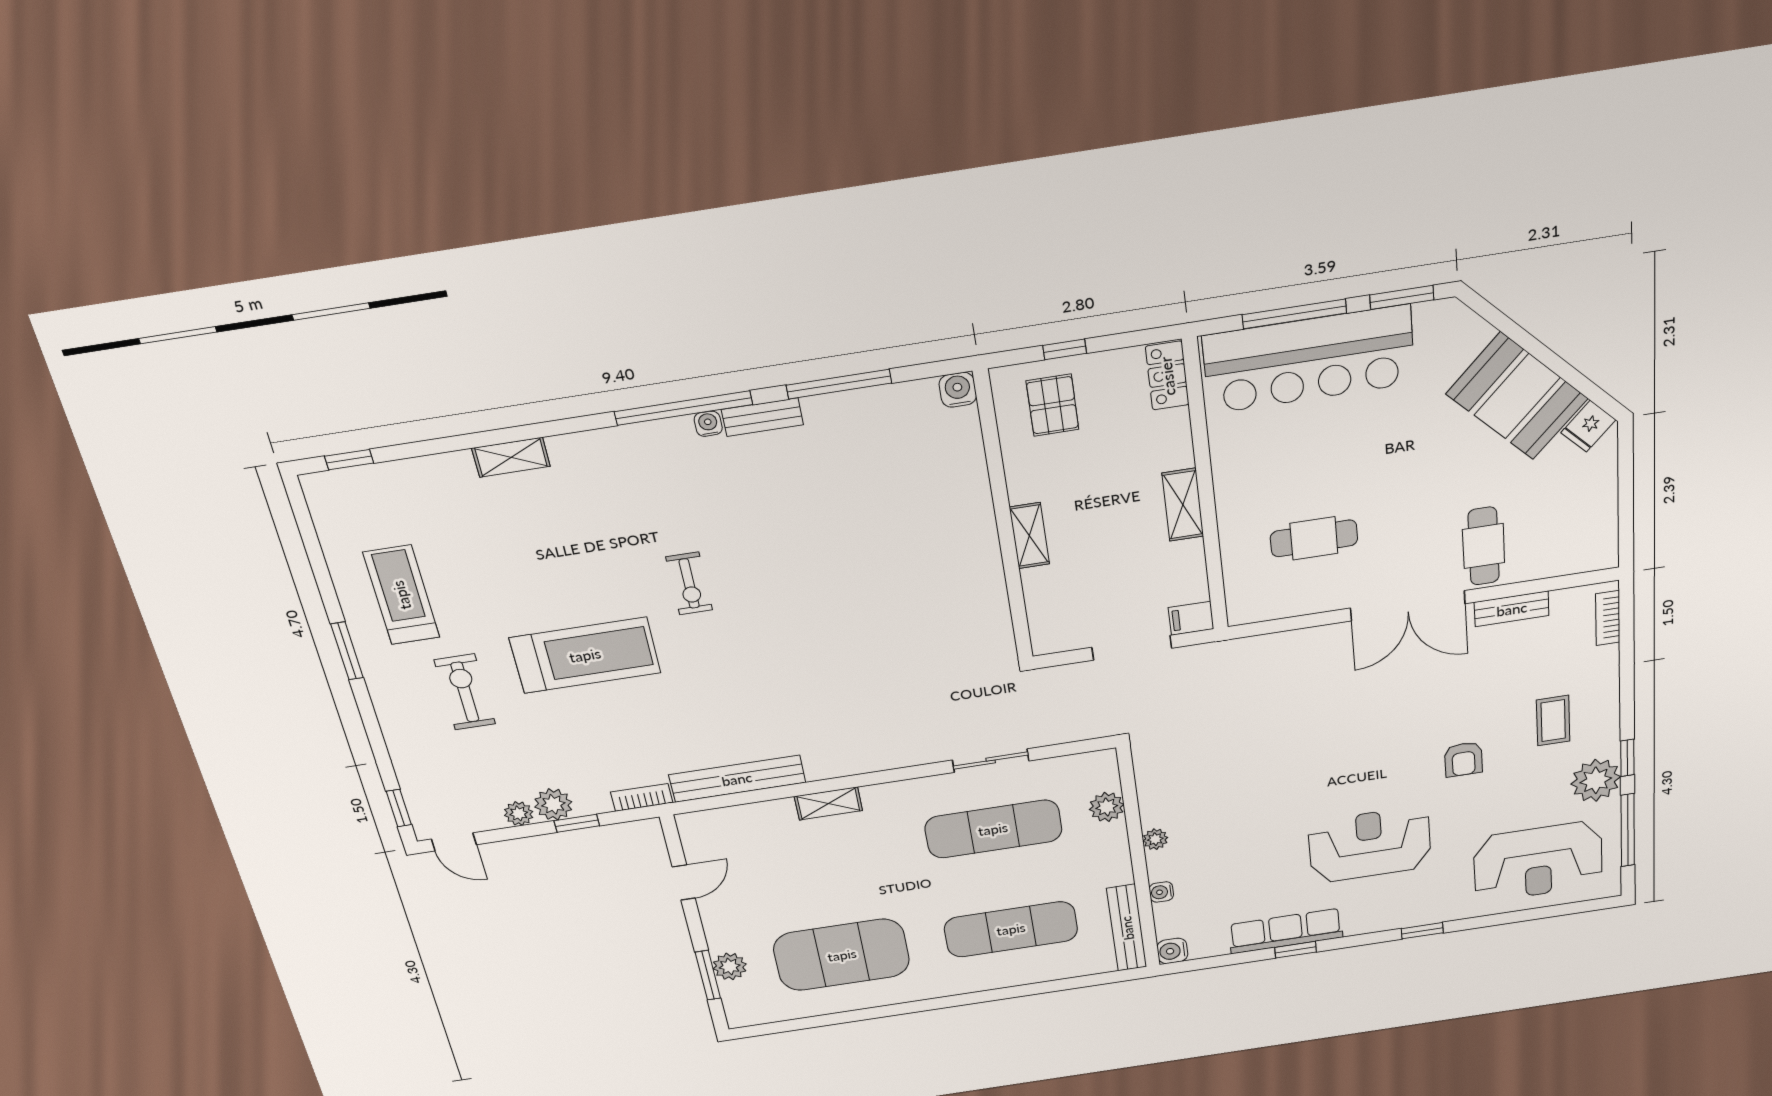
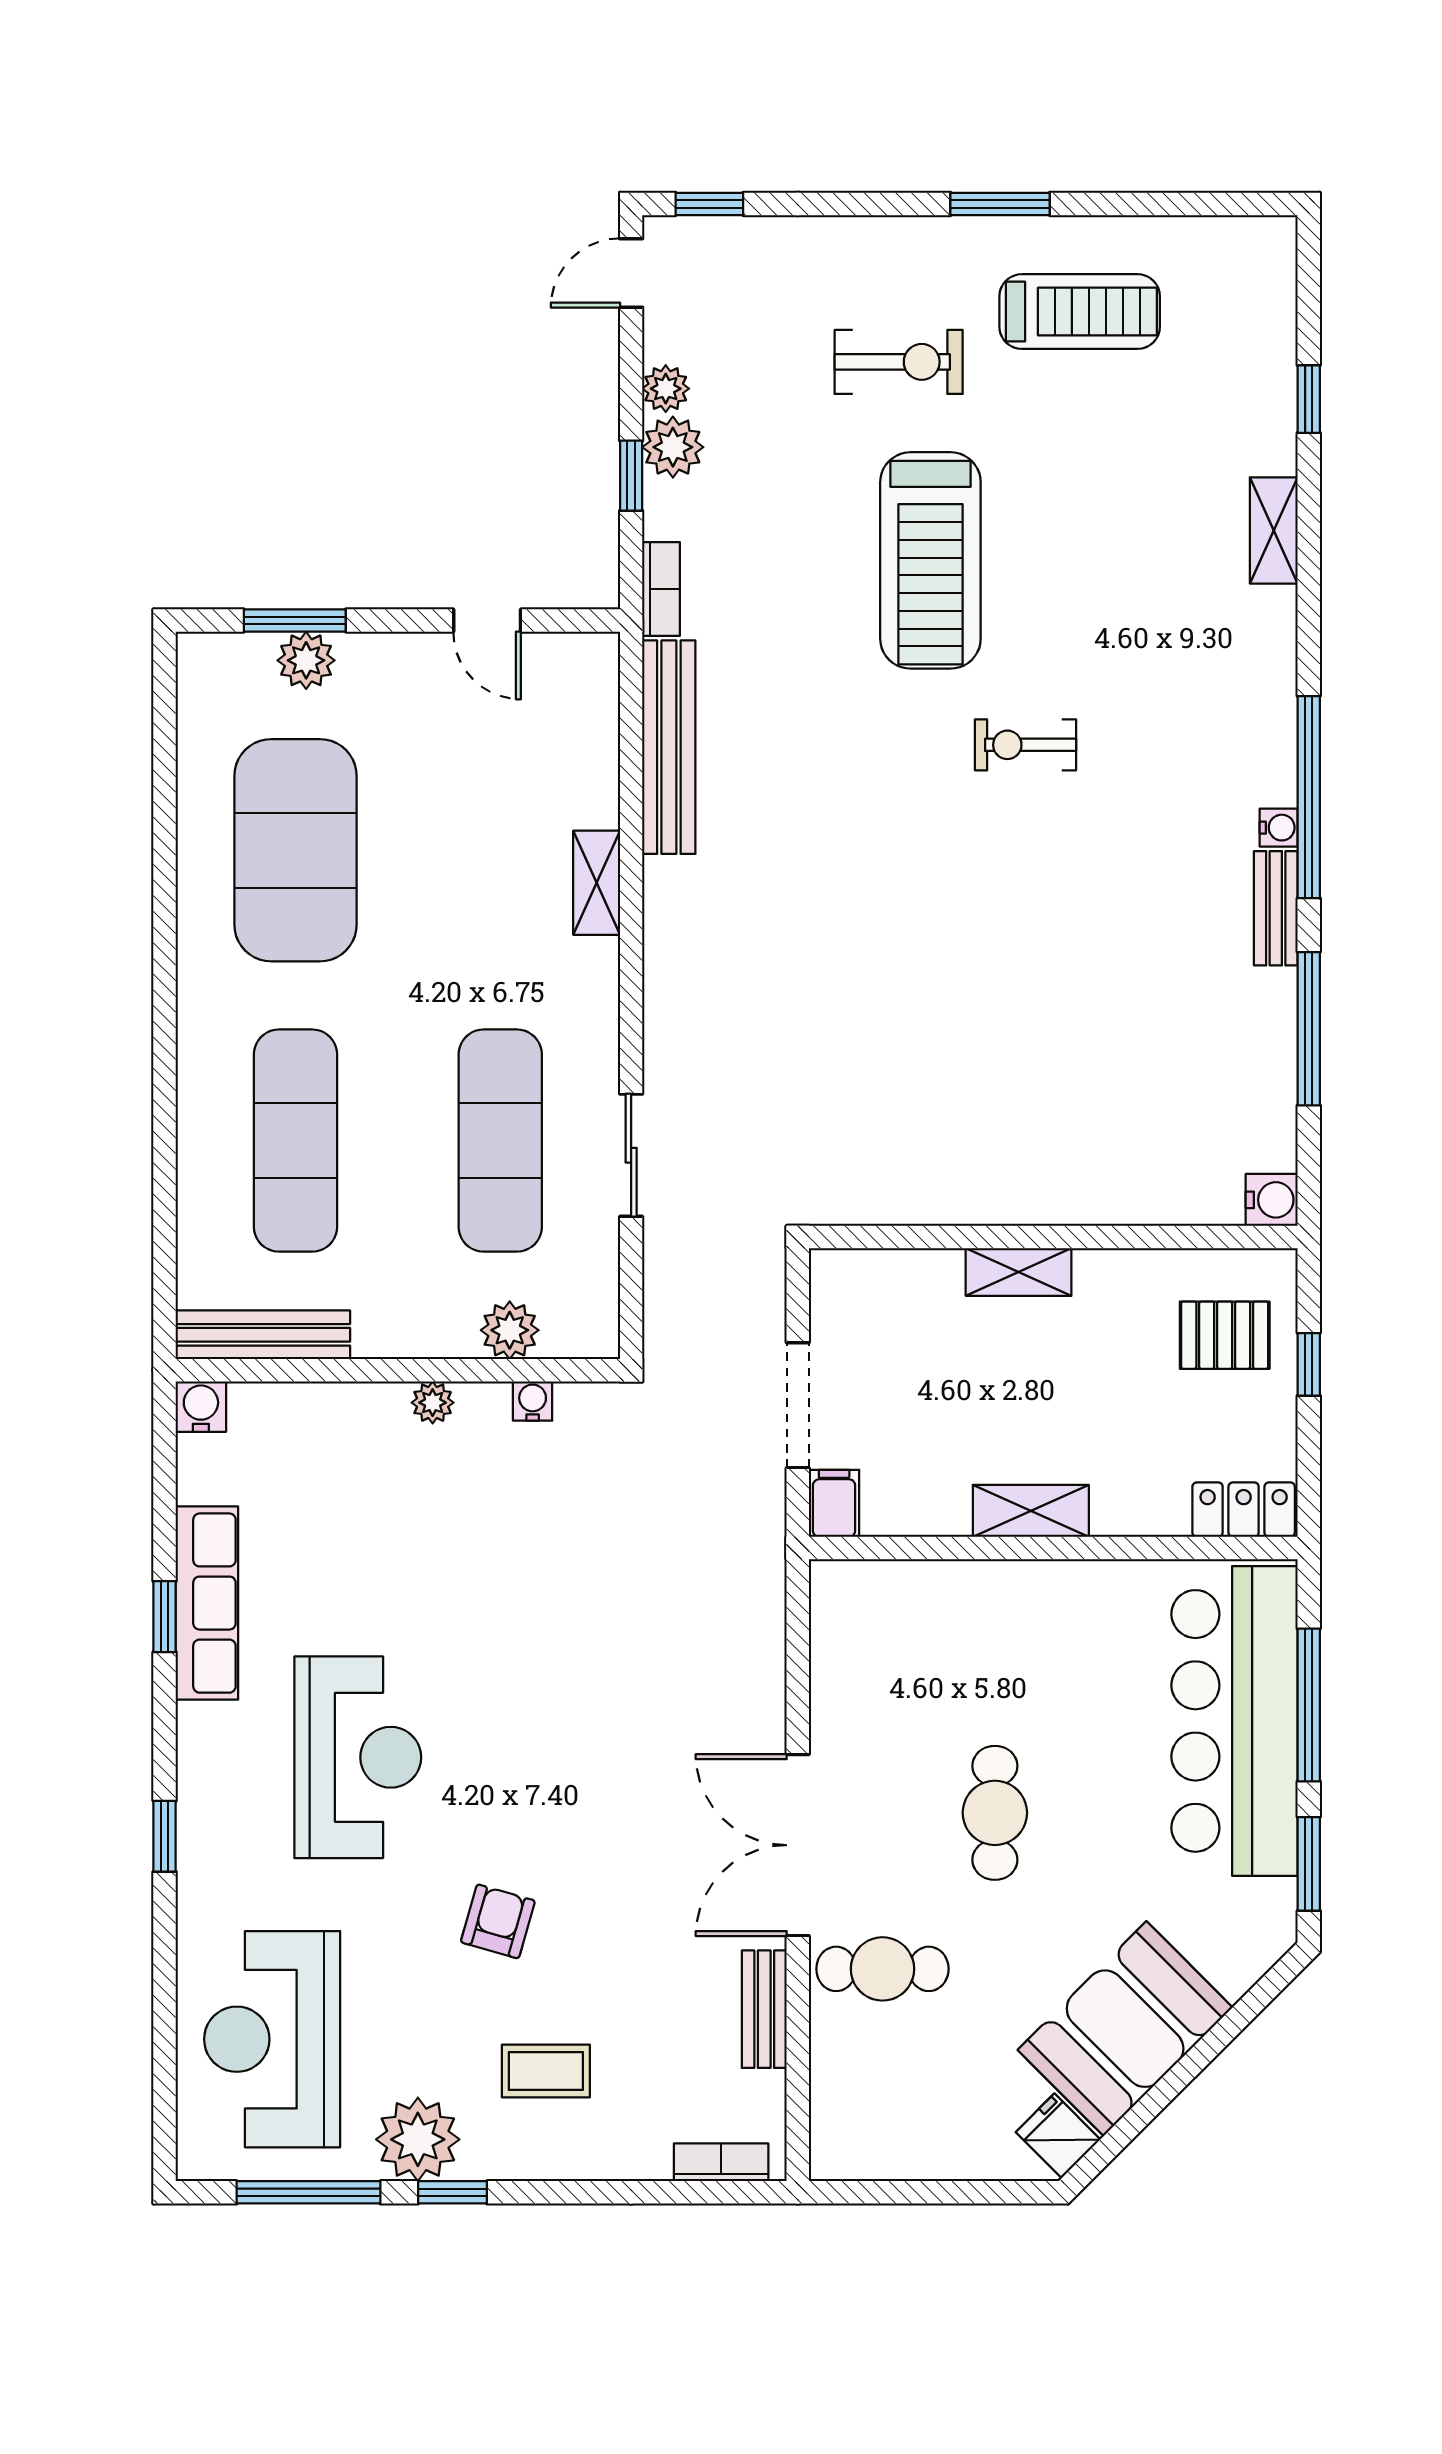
window: (349, 460) -> (1309, 399), moved
cafe table: (1314, 538) -> (995, 1813), moved
armchair: (1463, 759) -> (498, 1921), turned 106
water cooler: (1161, 892) -> (533, 1401), moved

